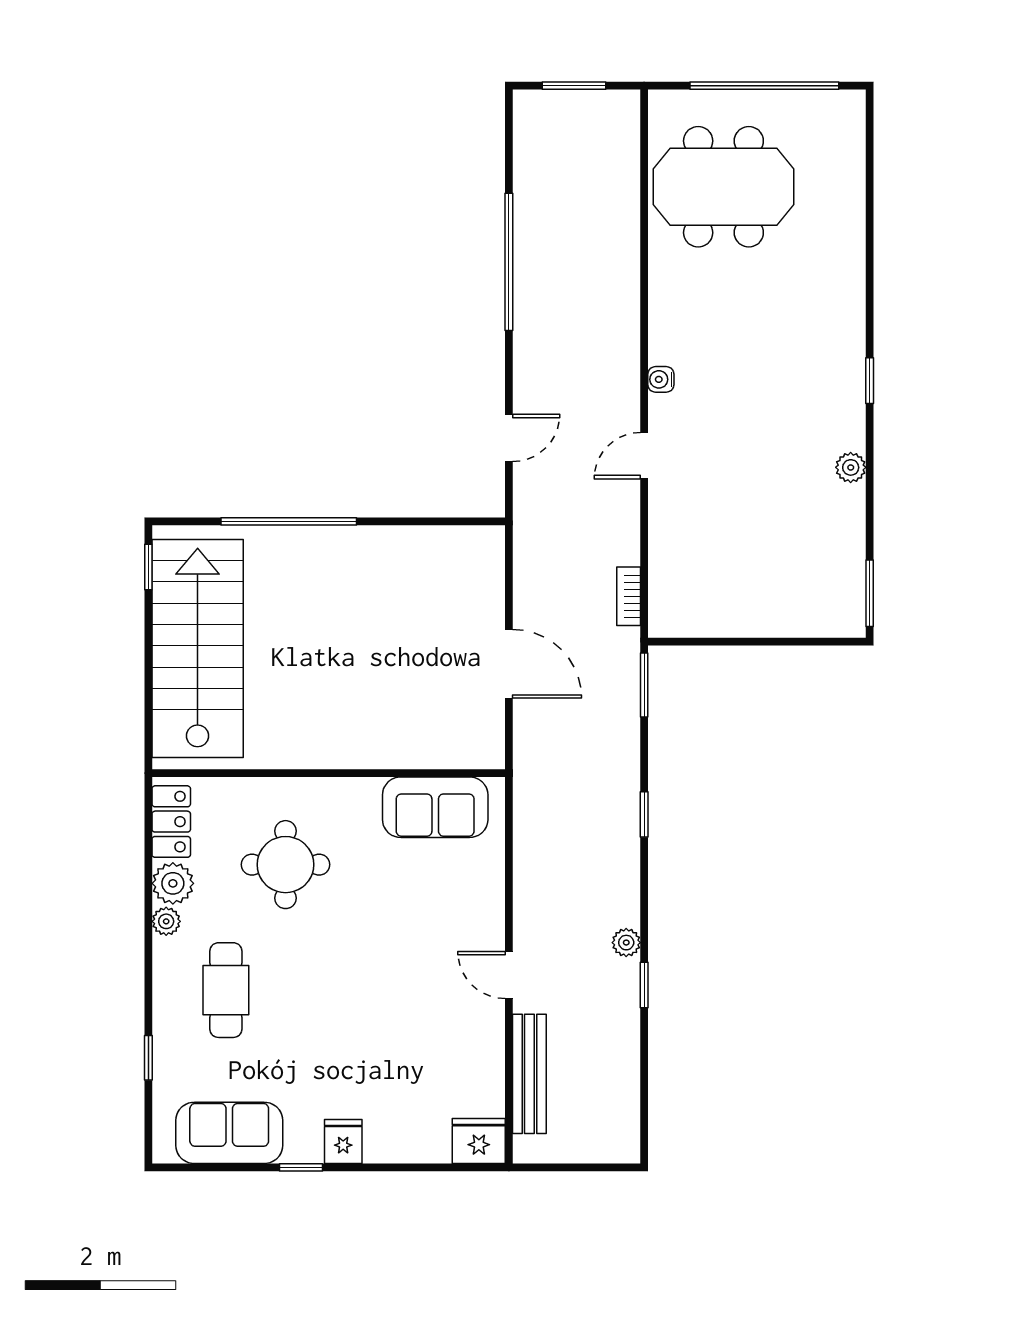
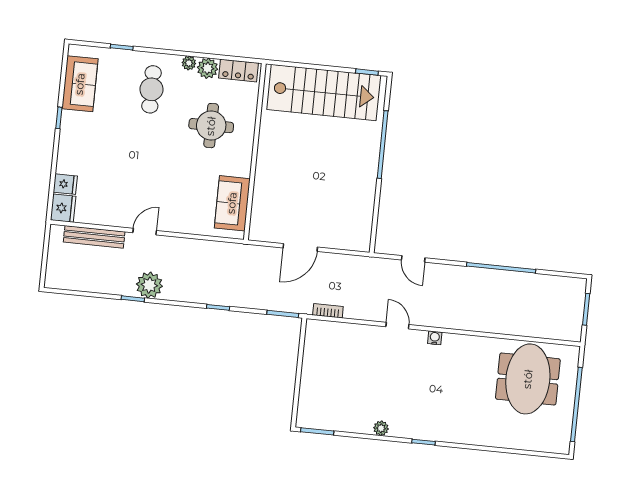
plant: (626, 943) -> (149, 285), width x1.87, depth x1.87
cafe table: (226, 990) -> (151, 89), turned 90
fridge: (343, 1142) -> (65, 184), moved

